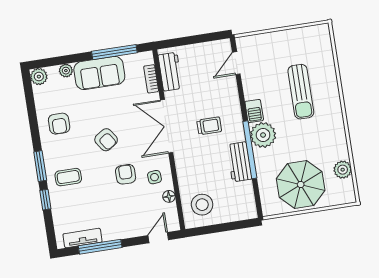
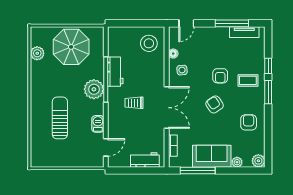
workbench: (170, 72) -> (145, 160), moved, turned 90
barbecue: (254, 111) -> (98, 124), moved
armchair: (126, 174) -> (220, 76), moved

